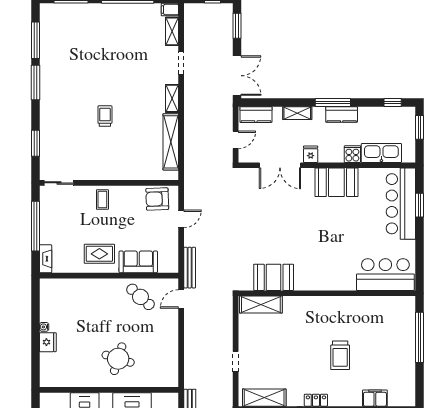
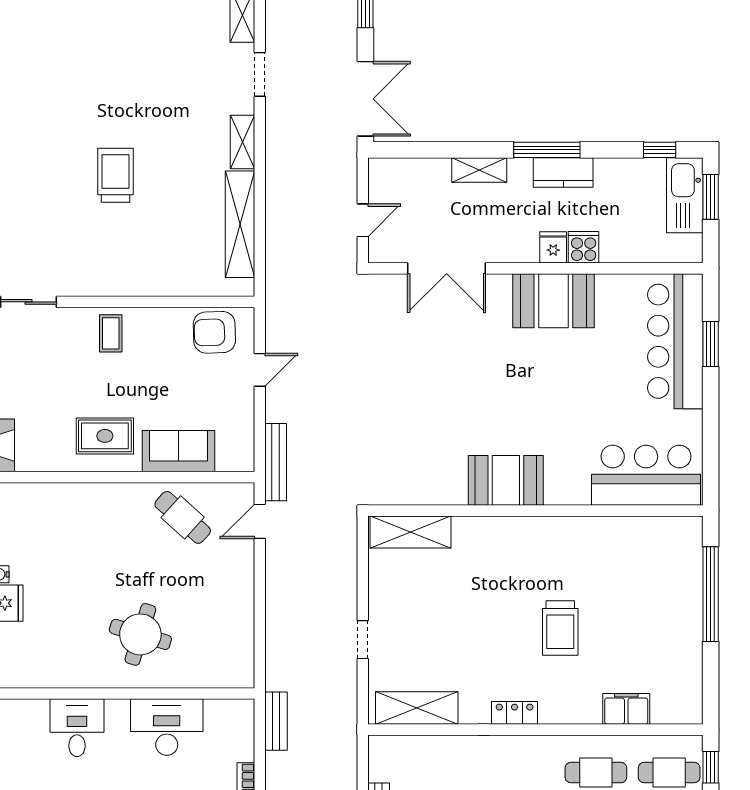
kitchen counter: (256, 115) -> (401, 173), removed
trolley: (105, 116) -> (115, 175), width x1.36, depth x1.39
kitchen sink: (381, 153) -> (685, 195), moved, turned -90
fridge: (311, 154) -> (553, 247), moved
booth: (274, 277) -> (506, 480), moved

